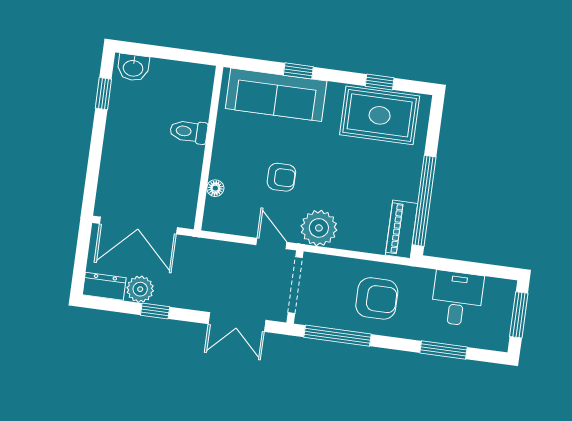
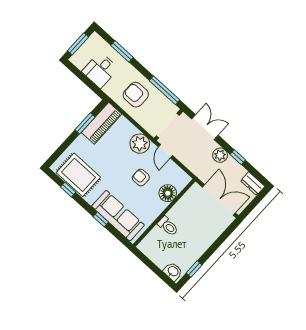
floor lamp: (215, 188) -> (168, 193), width x1.89, depth x1.89
window: (424, 201) -> (85, 123), width x0.47
piano: (402, 229) -> (102, 123), width x1.37, depth x1.33
plant: (140, 289) -> (220, 155), moved

